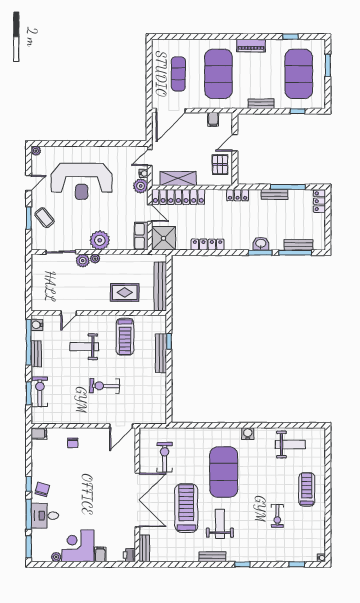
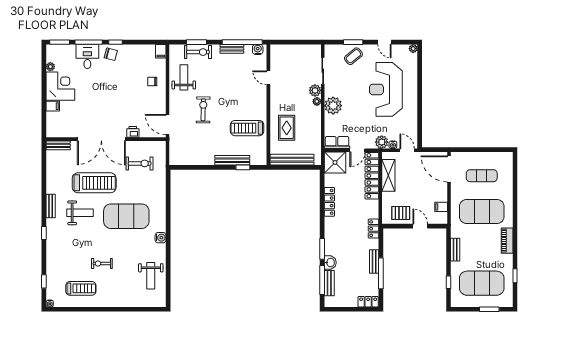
washbasin: (261, 244) -> (330, 263), moved
weight bench: (84, 347) -> (184, 77), moved
treadmill: (307, 489) -> (81, 288), moved
exercise bike: (277, 516) -> (102, 263), moved
printer: (129, 555) -> (133, 132), moved

